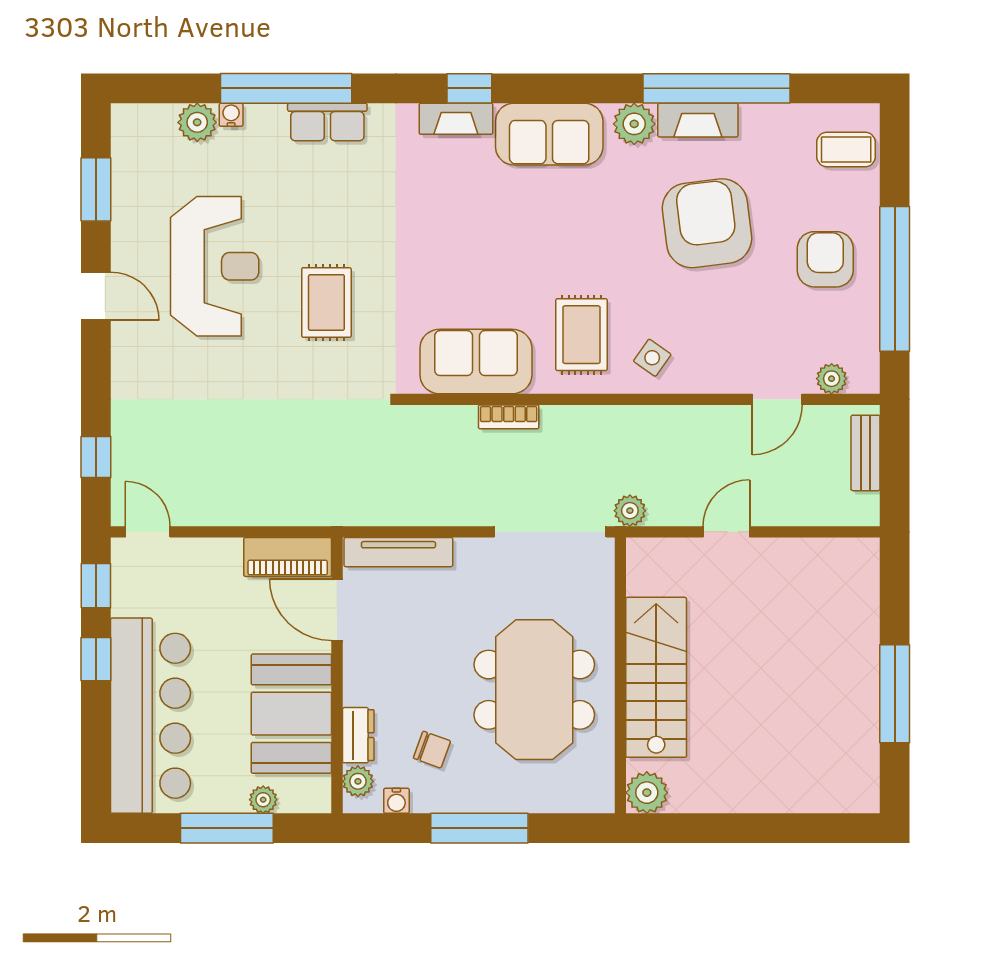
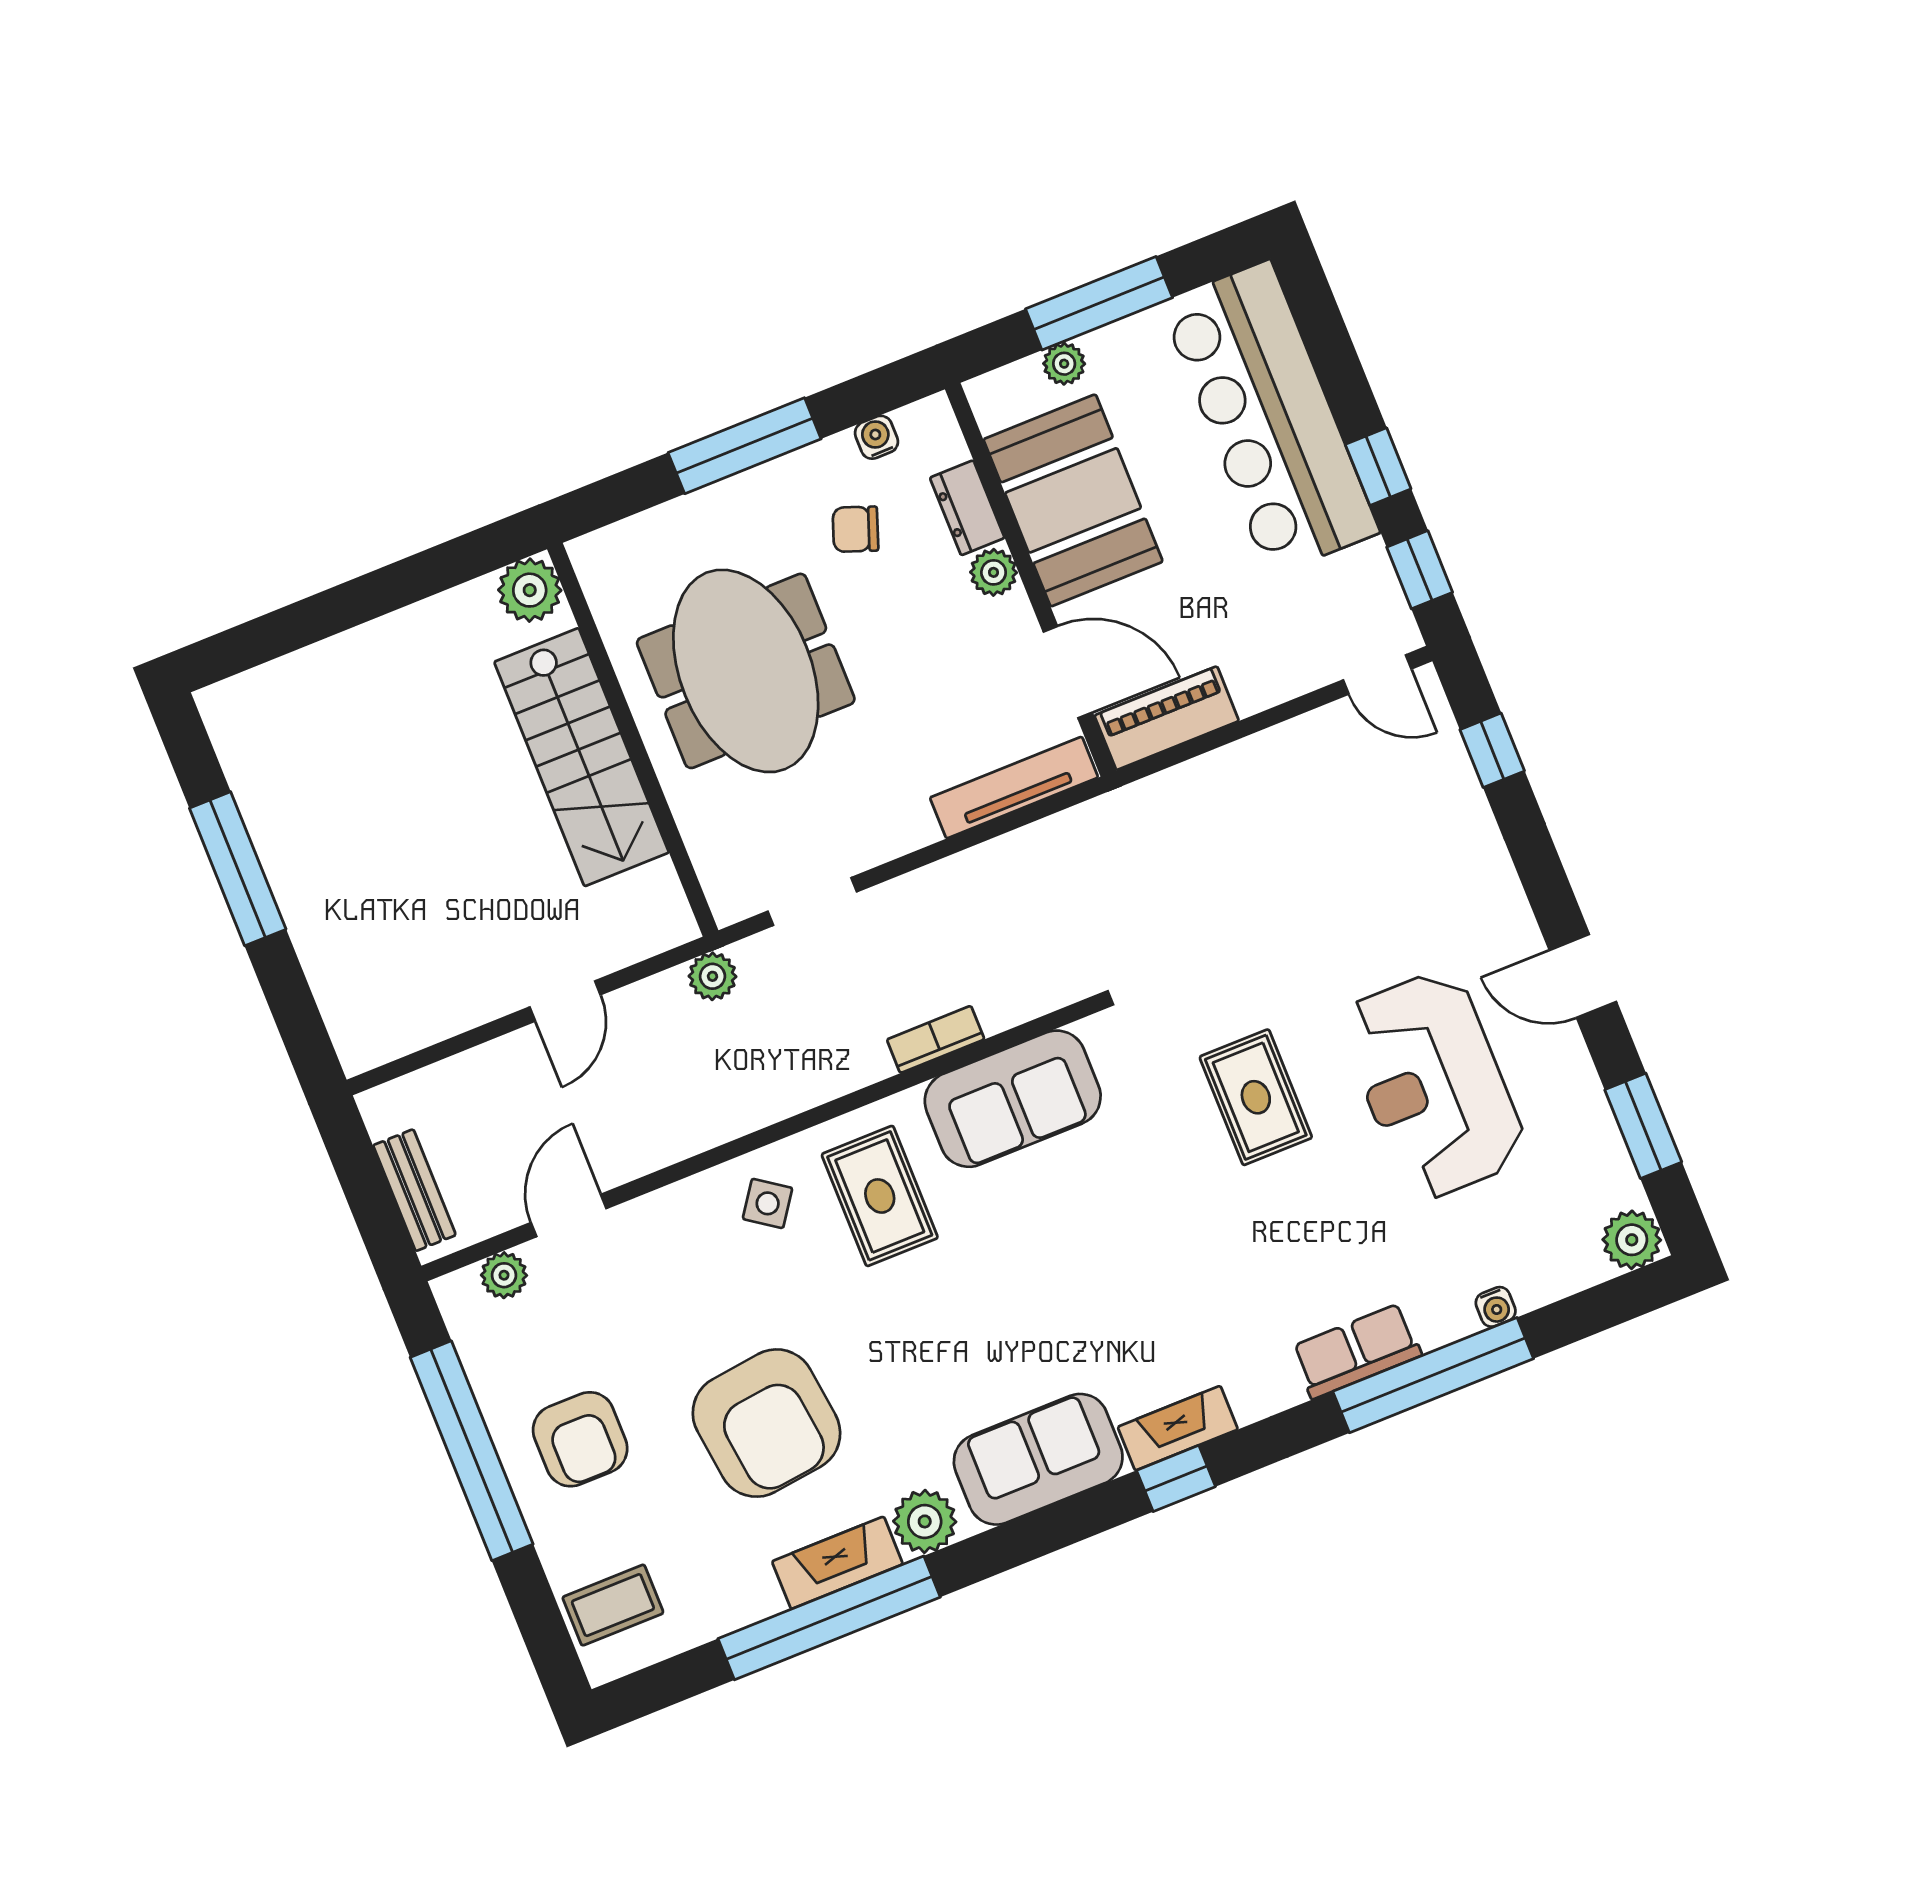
plant: (197, 122) -> (1632, 1240), moved
doorway: (550, 532) -> (812, 902), width x0.53
plant: (358, 781) -> (994, 572), moved

